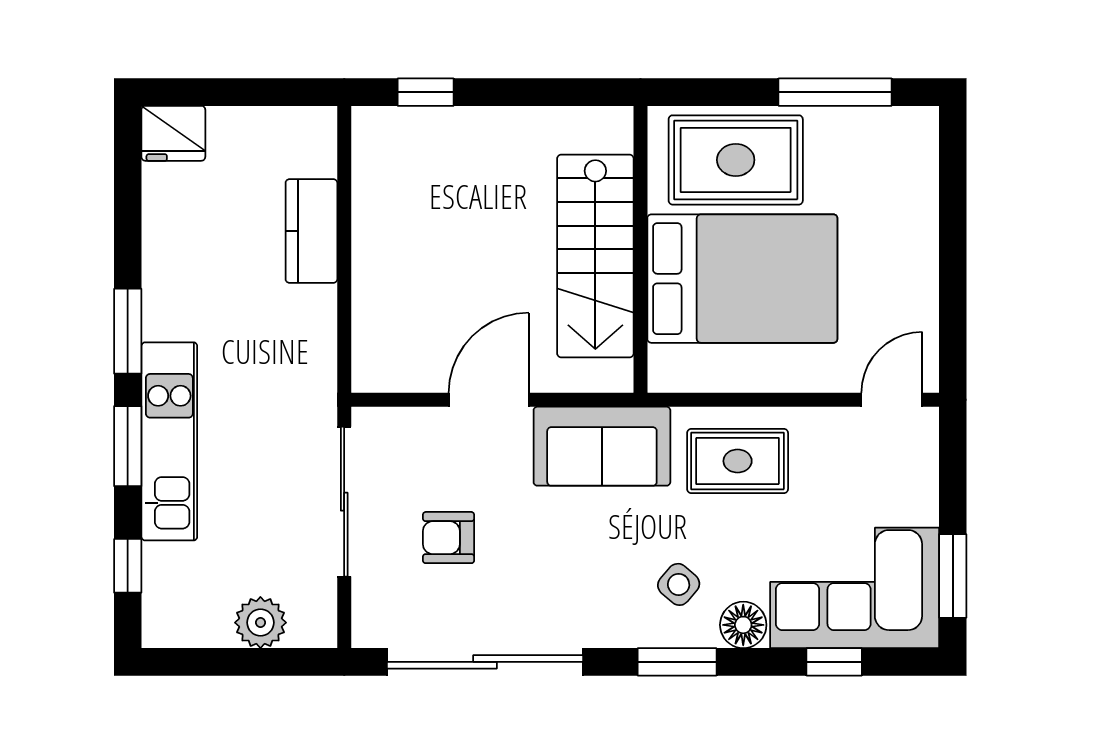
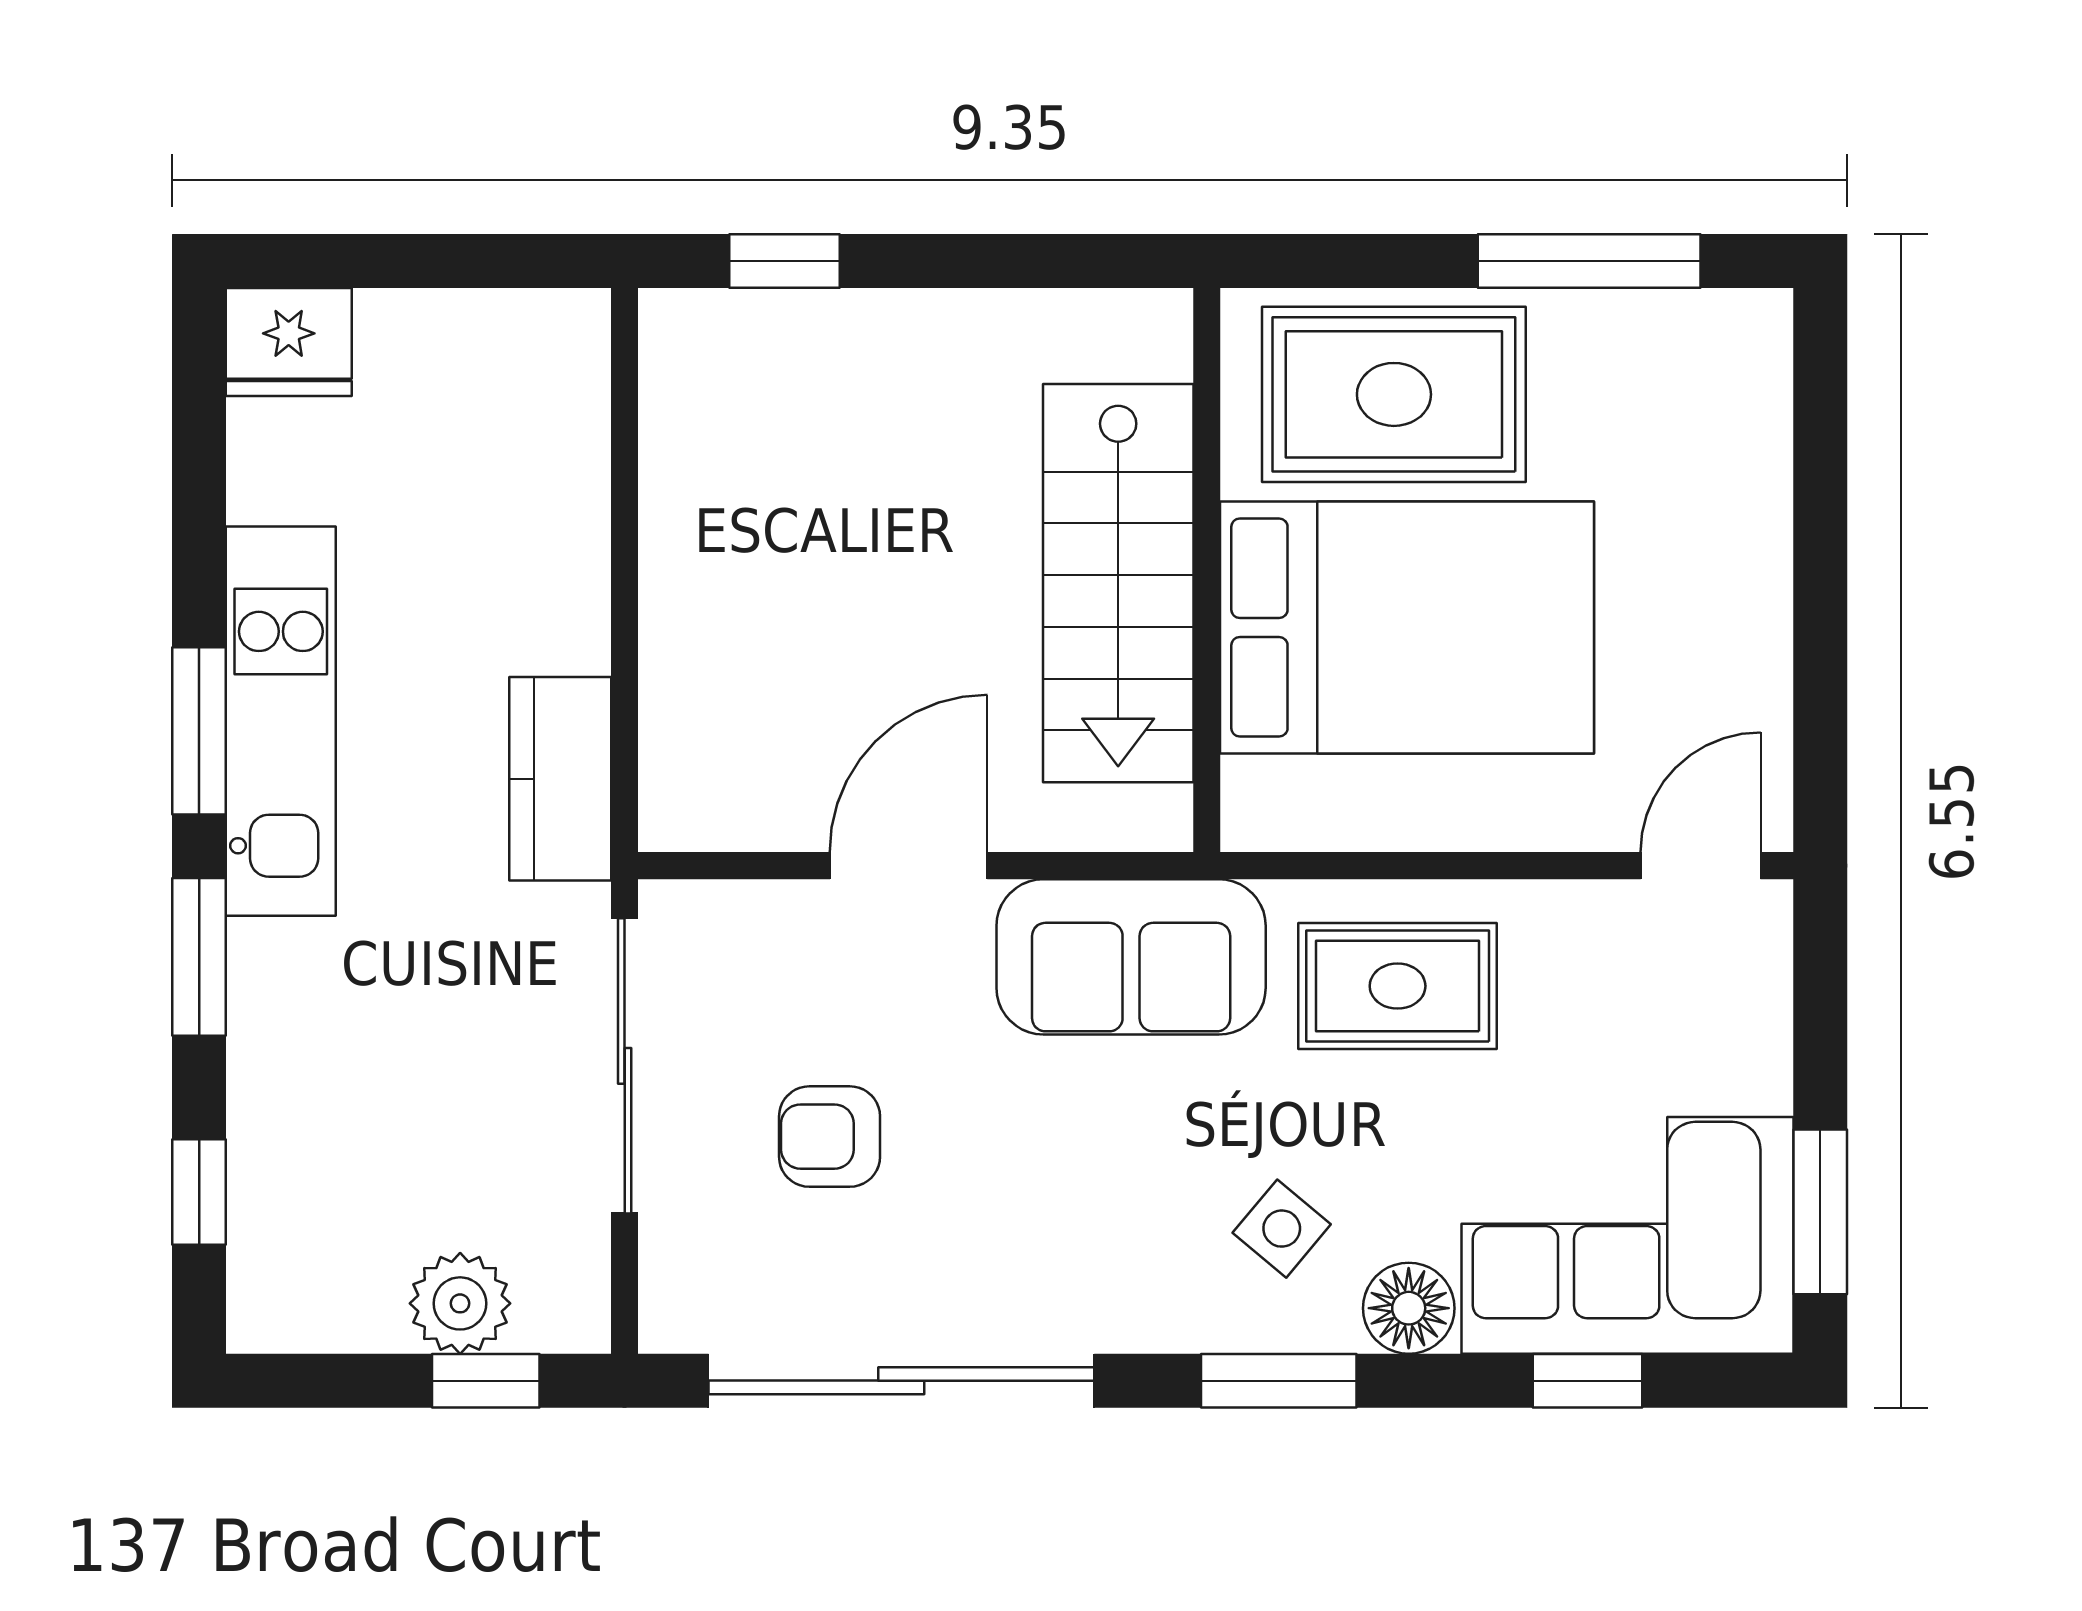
kitchen counter: (311, 231) -> (560, 779), moved
kitchen unit: (169, 441) -> (281, 721), moved
window: (274, 662) -> (486, 1381), added

